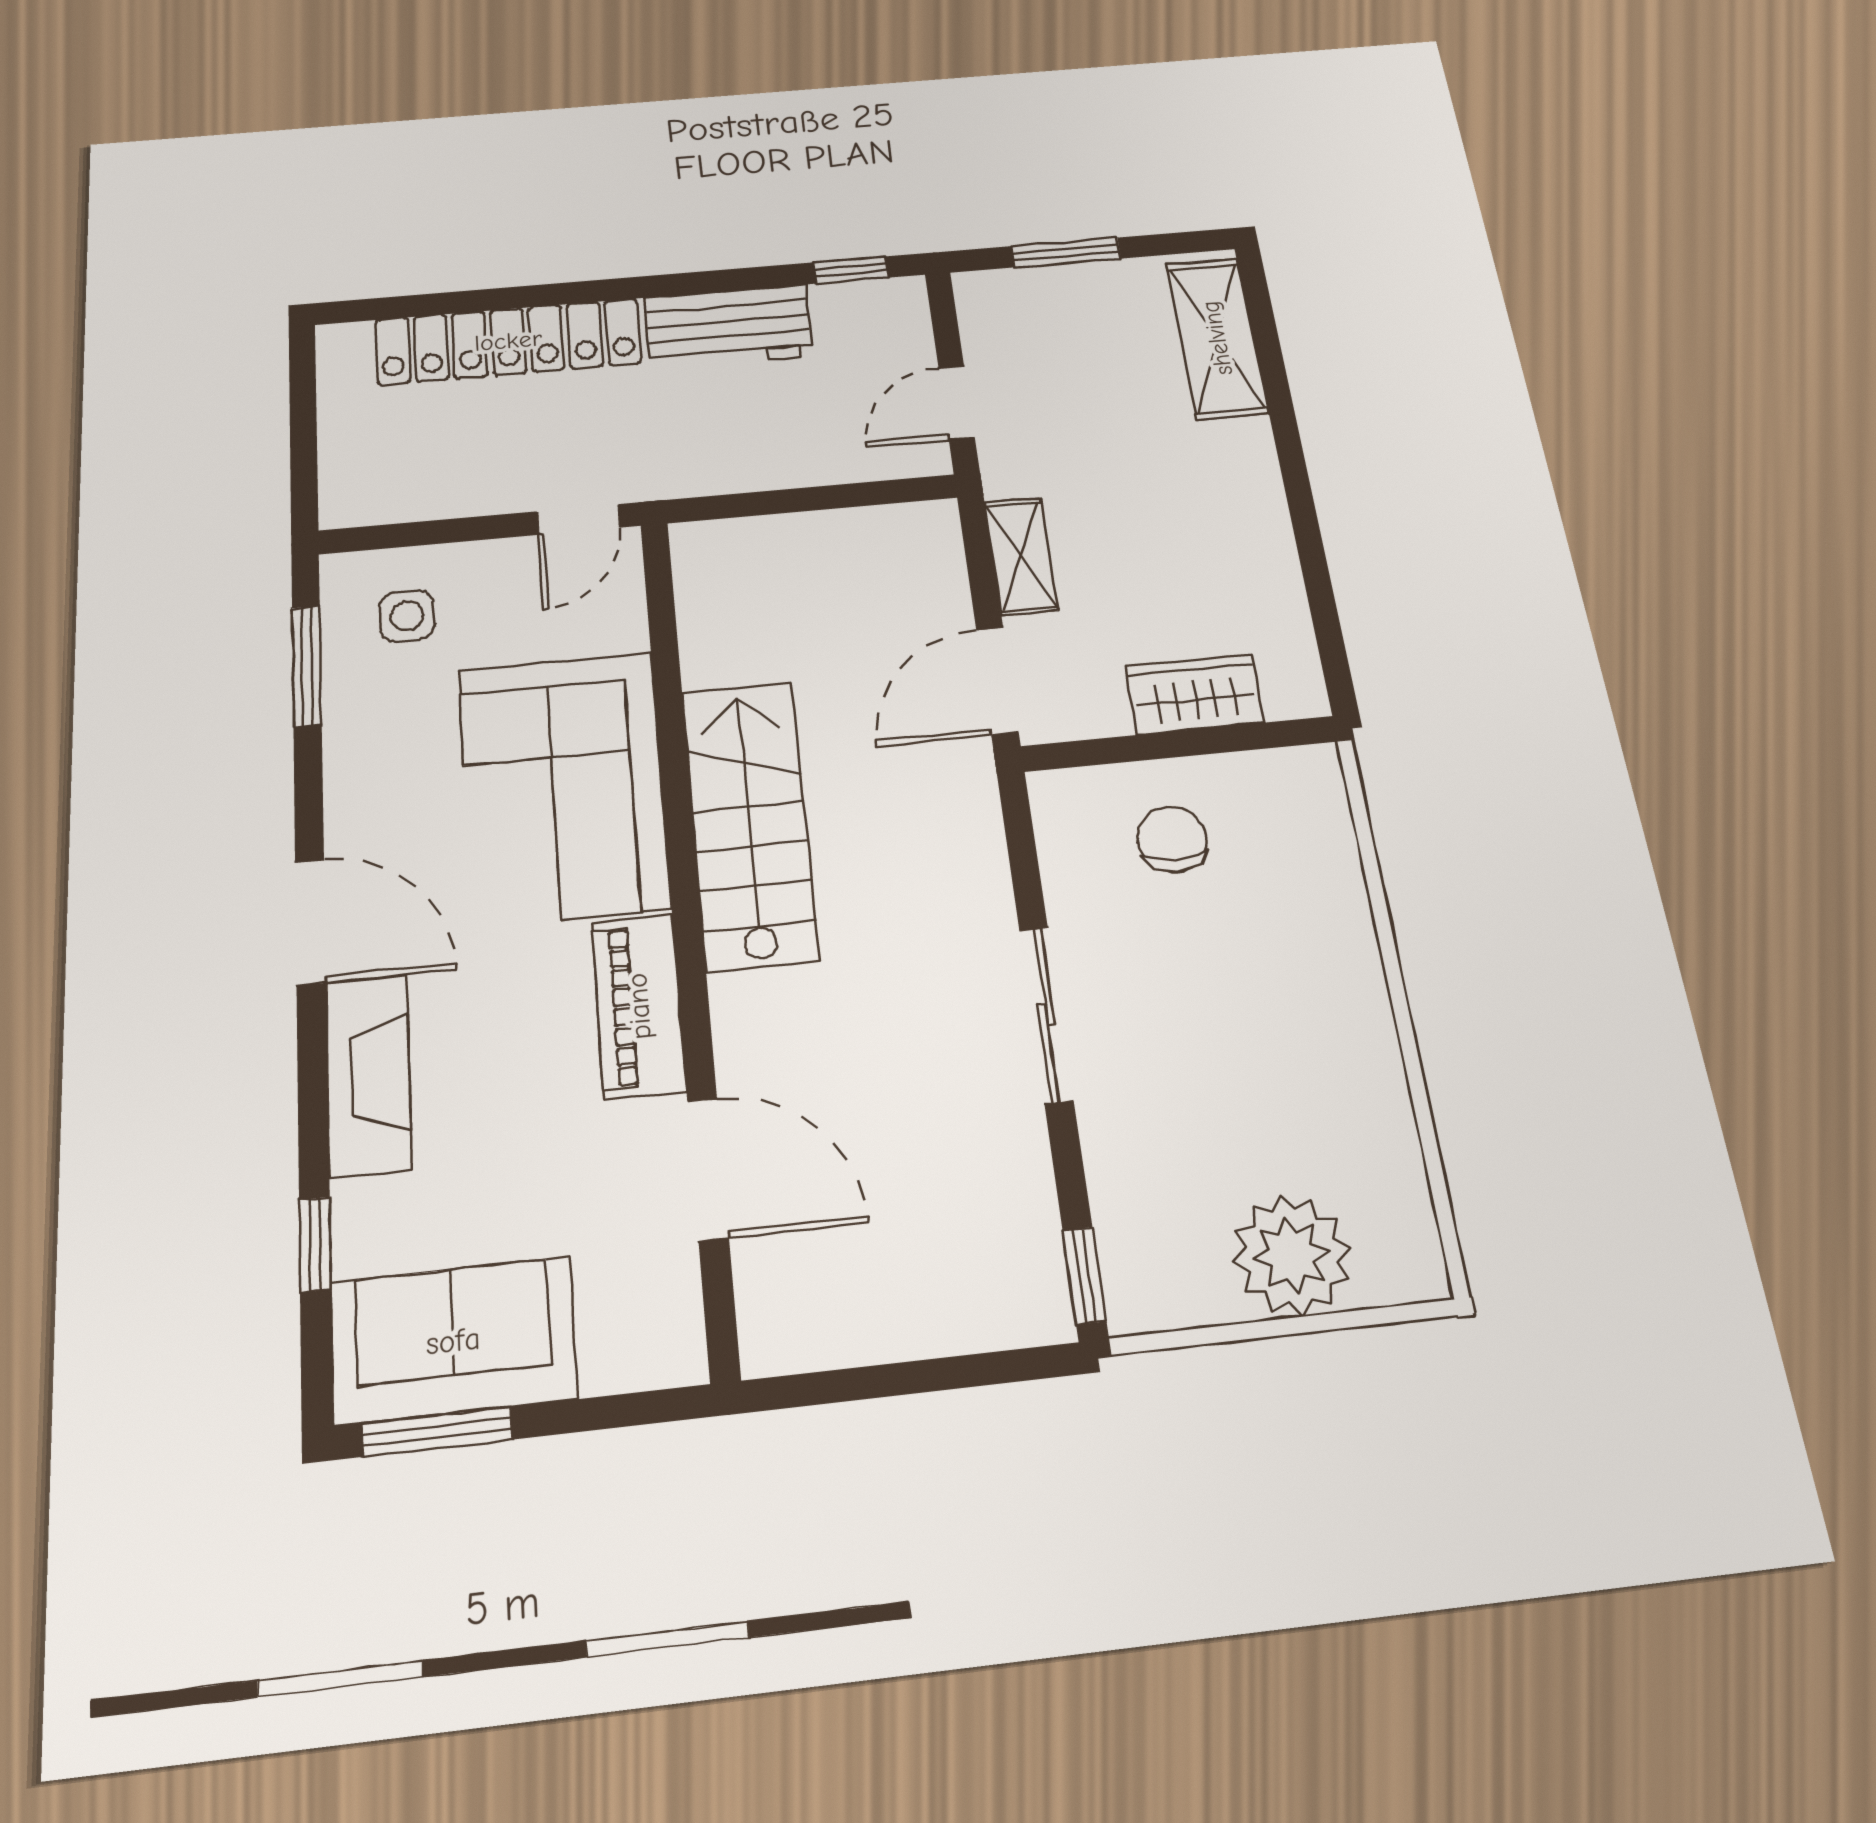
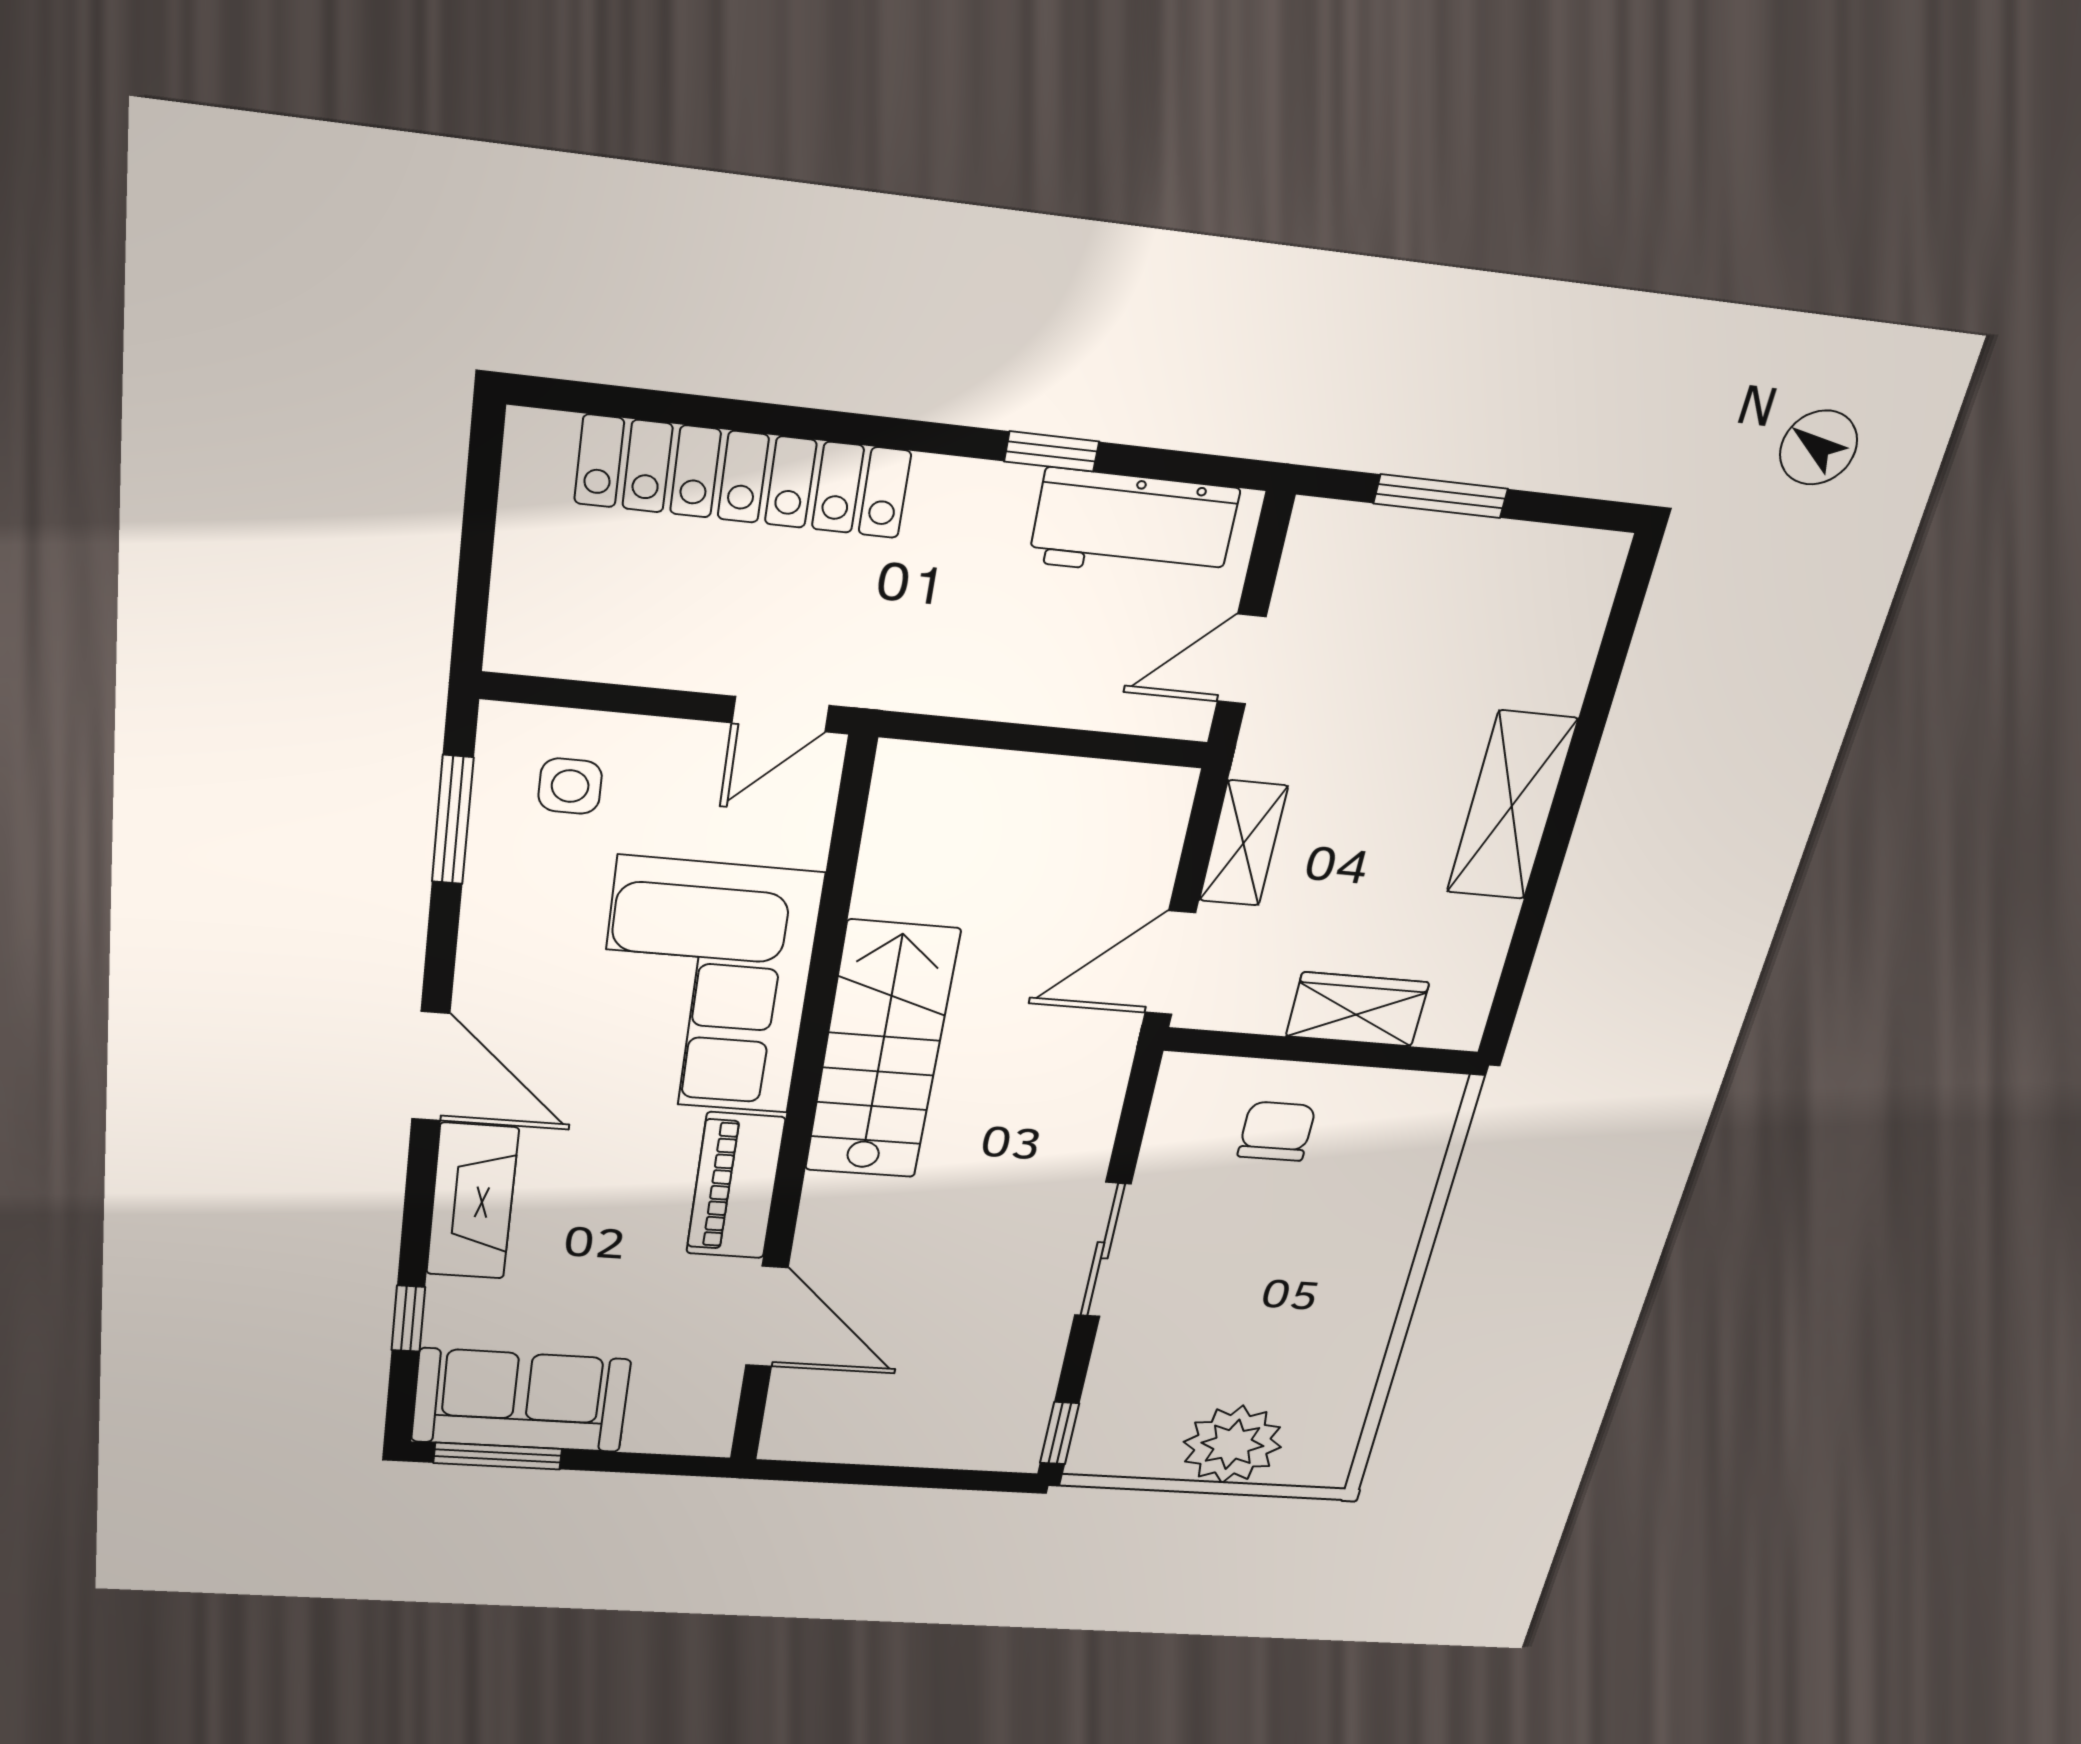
window: (851, 270) -> (1052, 451), moved
workbench: (729, 327) -> (1134, 525), moved
shelving: (1217, 338) -> (1512, 806), moved

